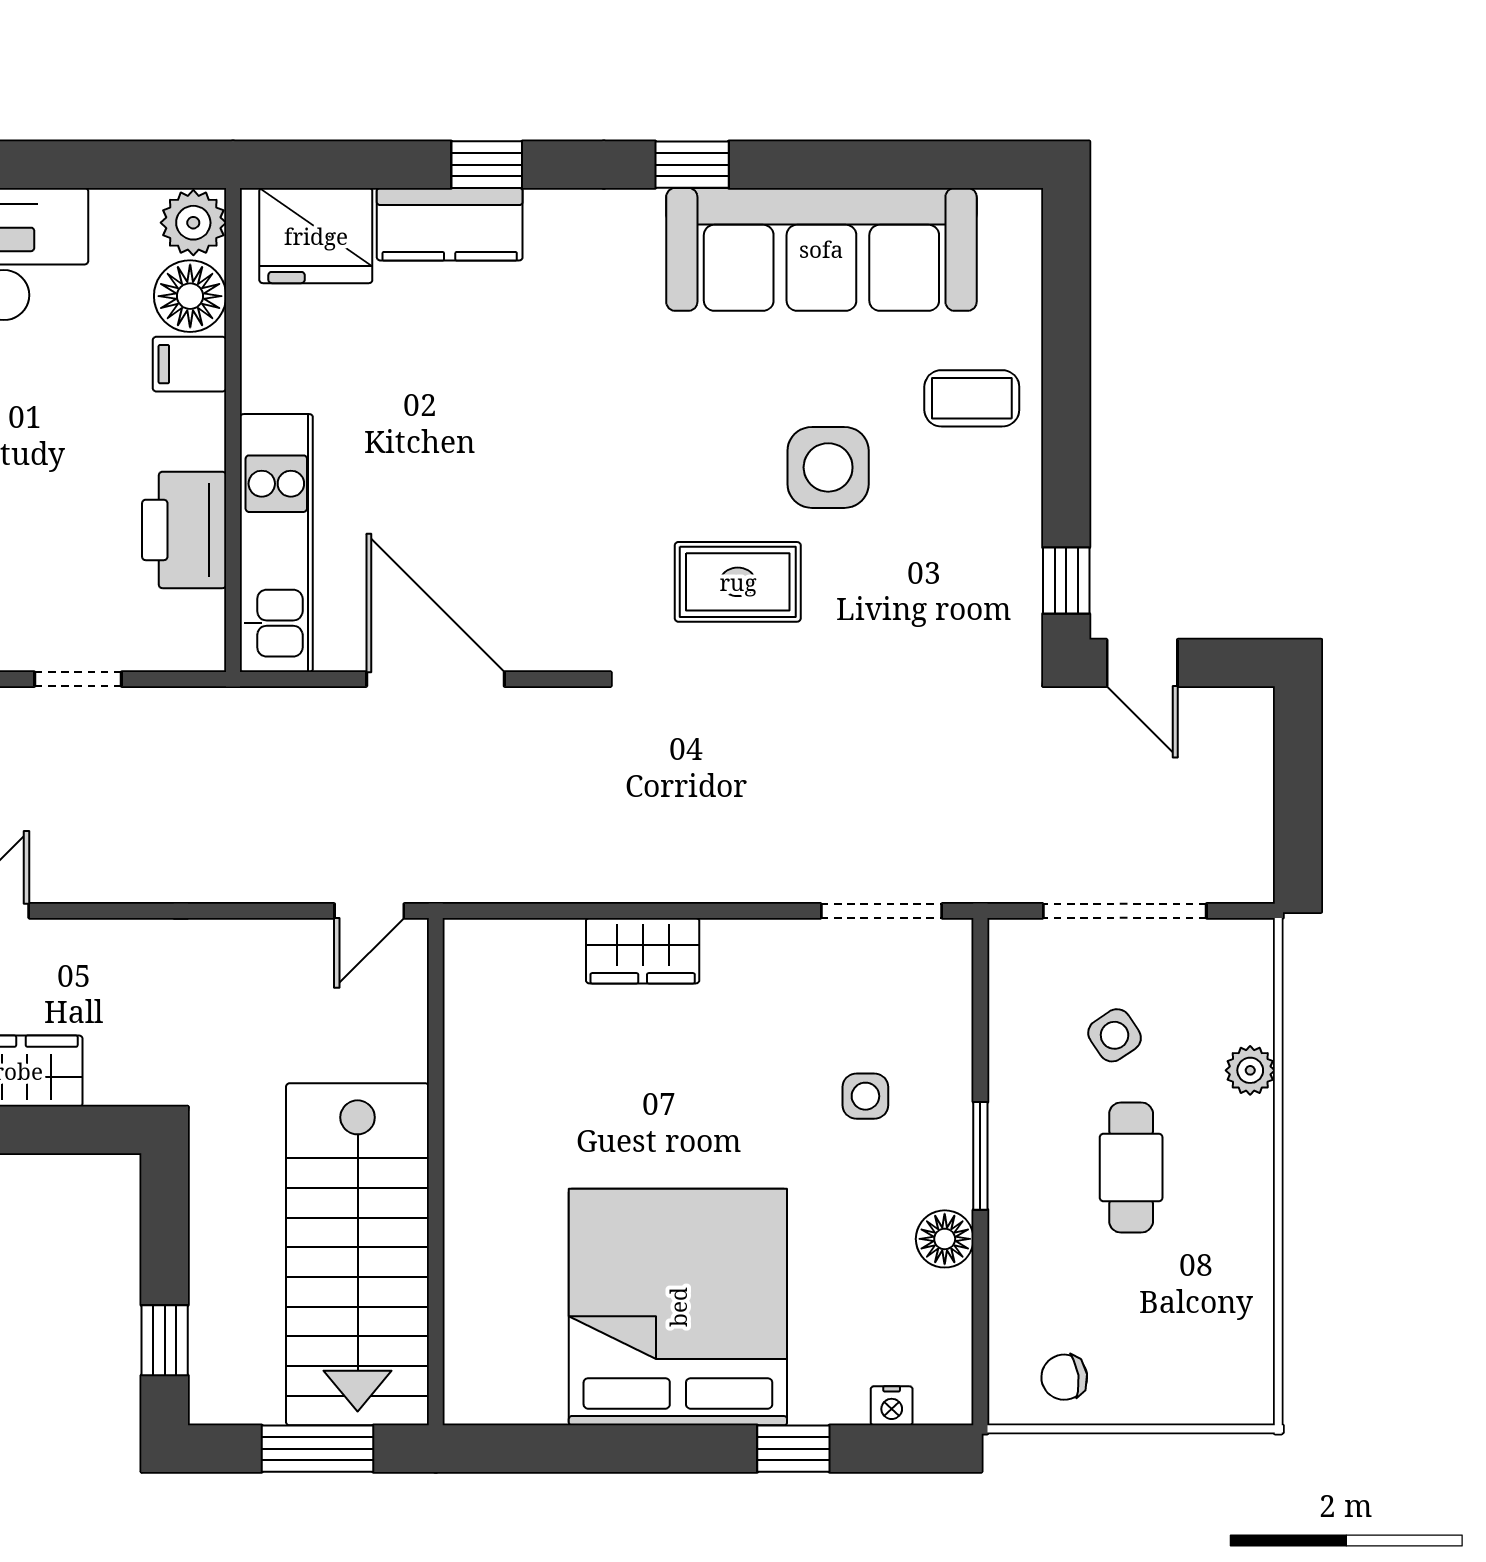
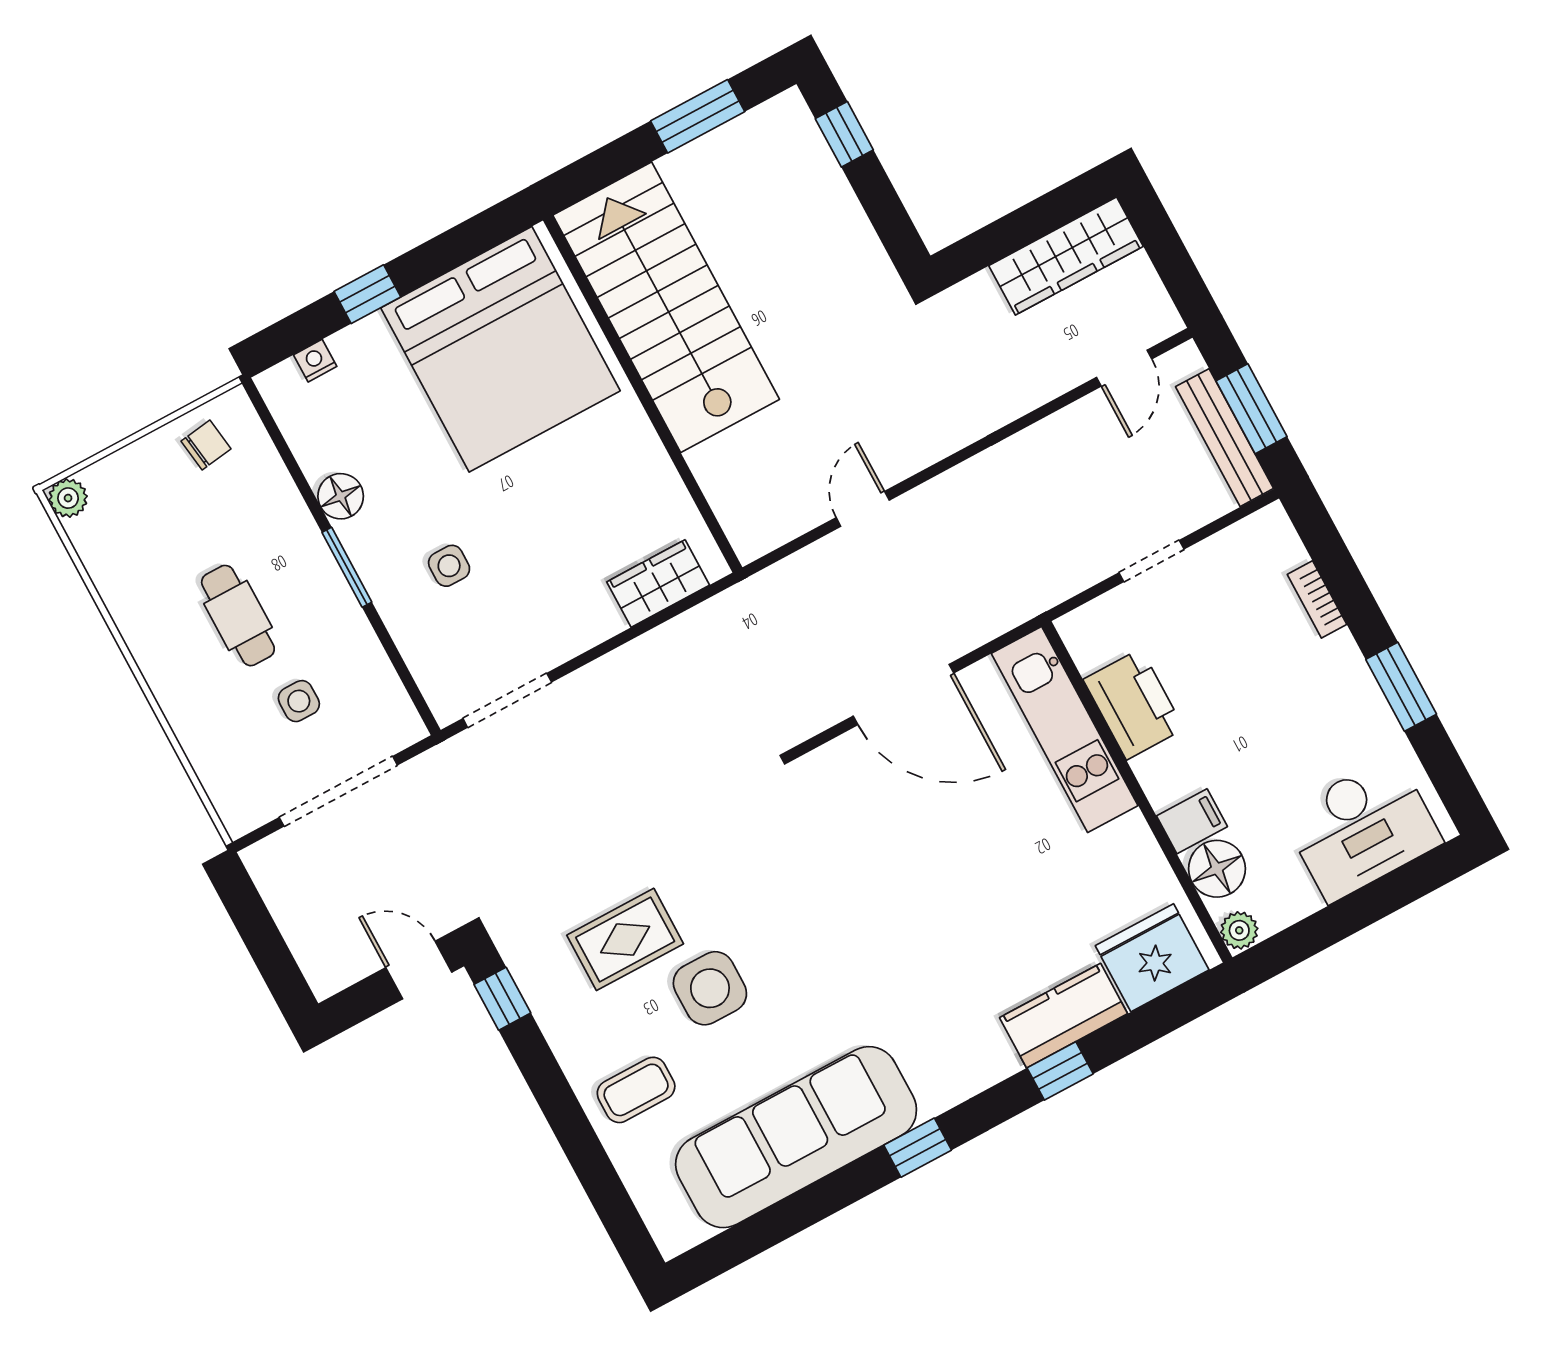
plant: (193, 223) -> (1239, 930), width x0.73, depth x0.73
rug: (738, 582) -> (625, 939), moved
side table: (1115, 1035) -> (299, 701), turned 34
plant: (1250, 1070) -> (68, 498), moved
wall: (436, 1172) -> (643, 394), moved
stairs: (358, 1254) -> (666, 307), moved

